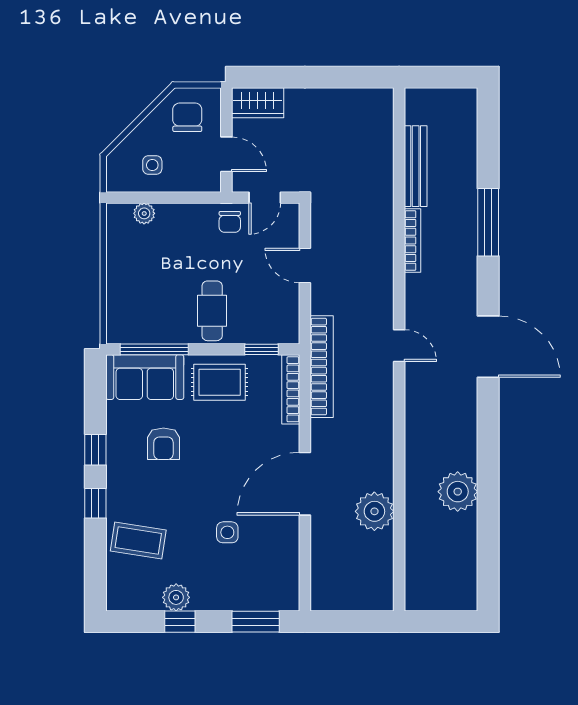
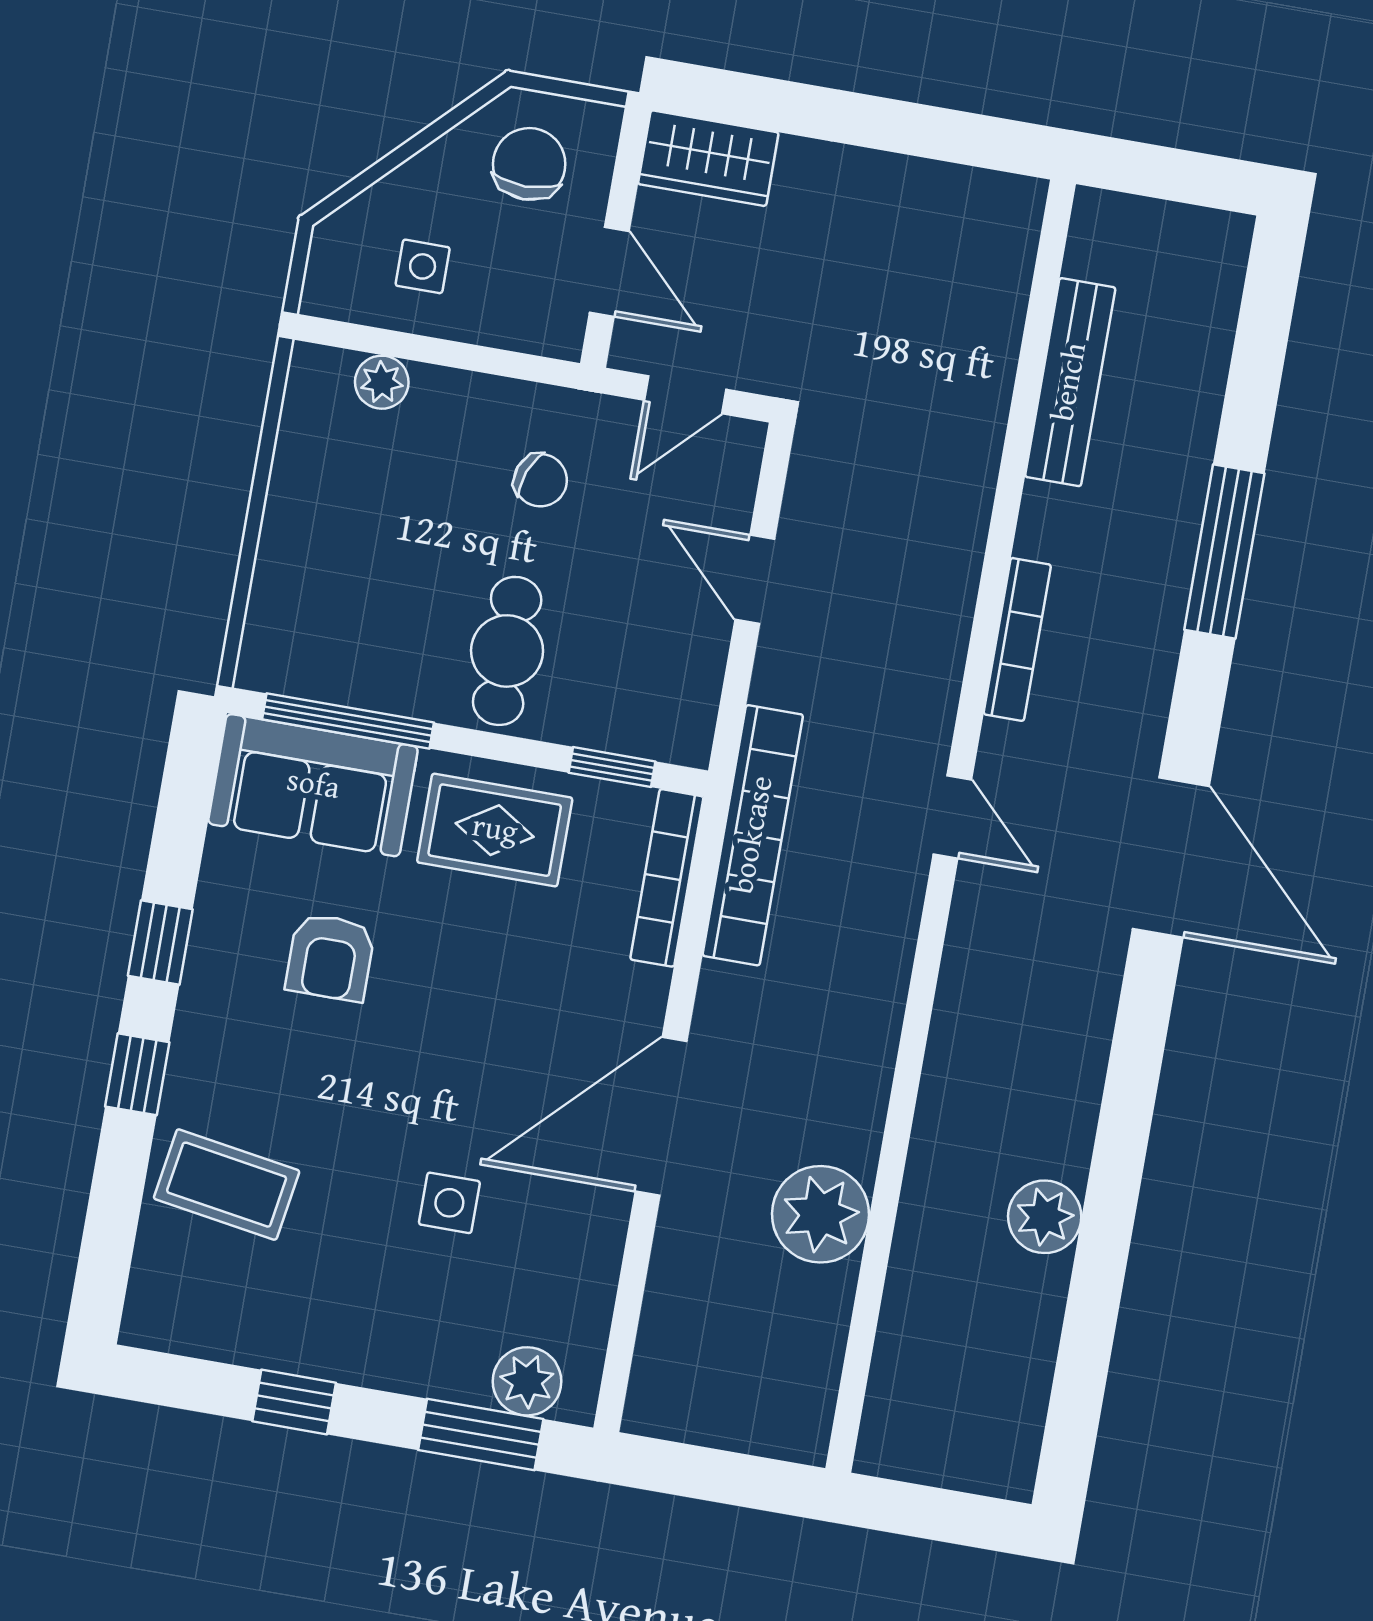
chair: (230, 222) -> (540, 480), moved, turned -69
bookcase: (412, 241) -> (1017, 639), moved
plant: (458, 492) -> (1045, 1217), width x0.73, depth x0.73
plant: (176, 597) -> (527, 1381), moved

